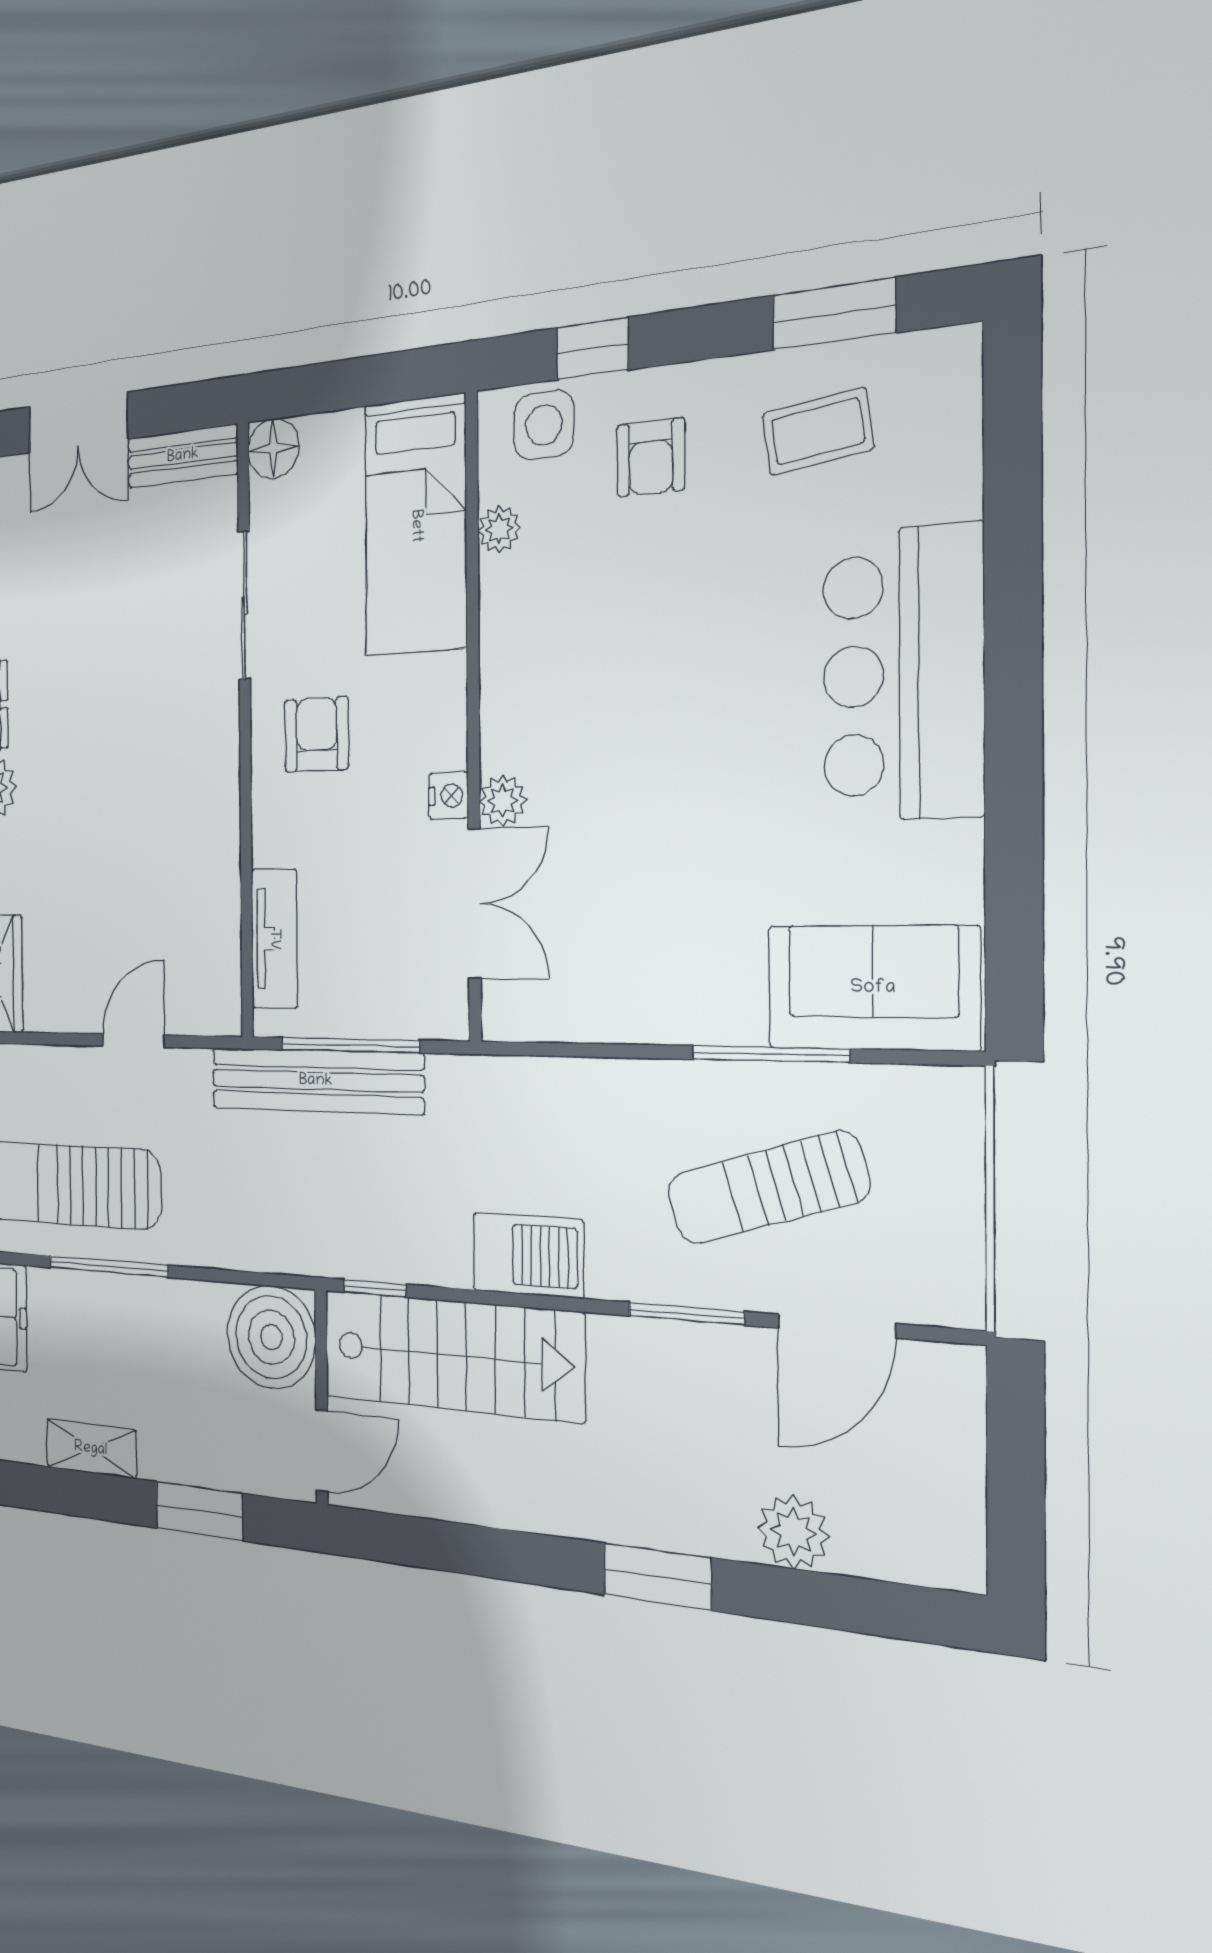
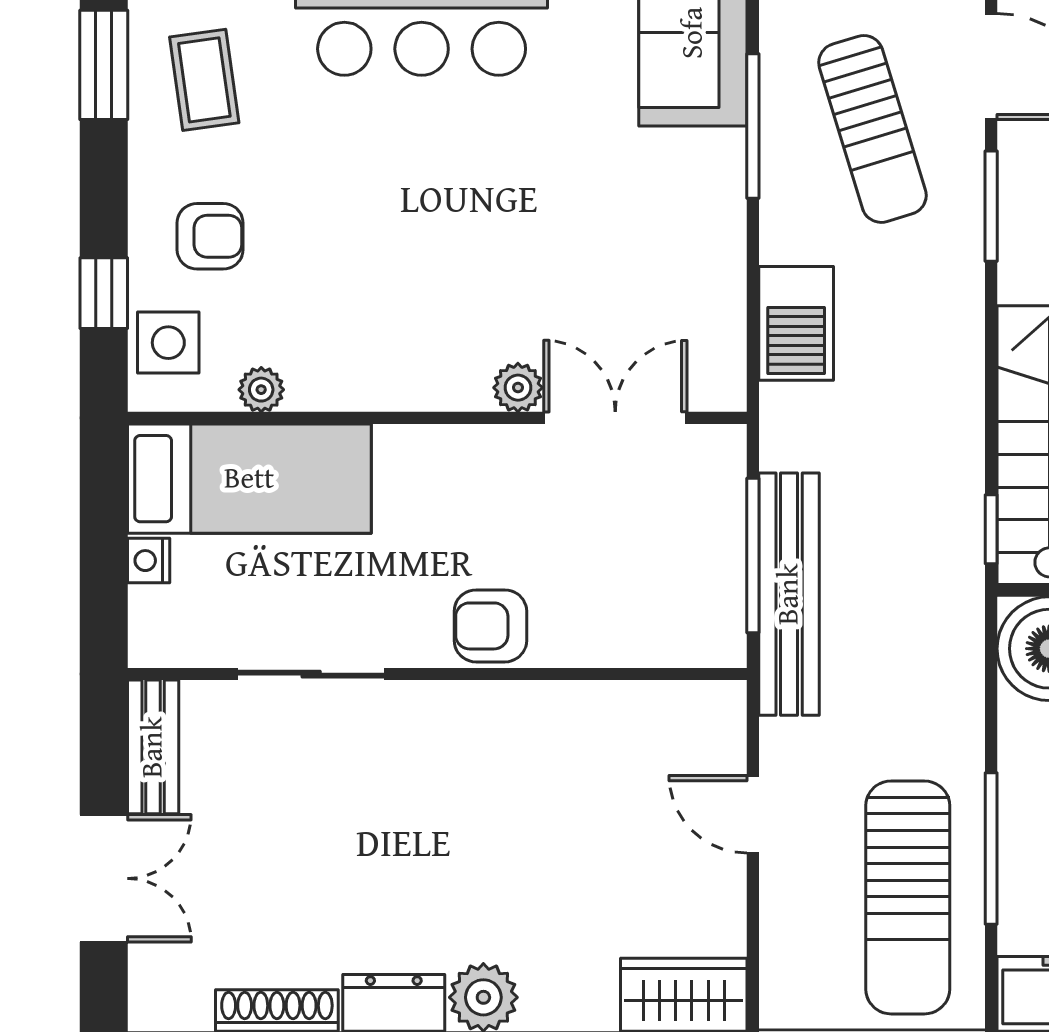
floor lamp: (273, 449) -> (157, 638), removed
armchair: (317, 734) -> (490, 626), moved
nightstand: (449, 796) -> (149, 561), moved, turned -90
tv unit: (274, 939) -> (648, 641), removed
barbecue: (528, 1255) -> (796, 323), moved, turned 180

